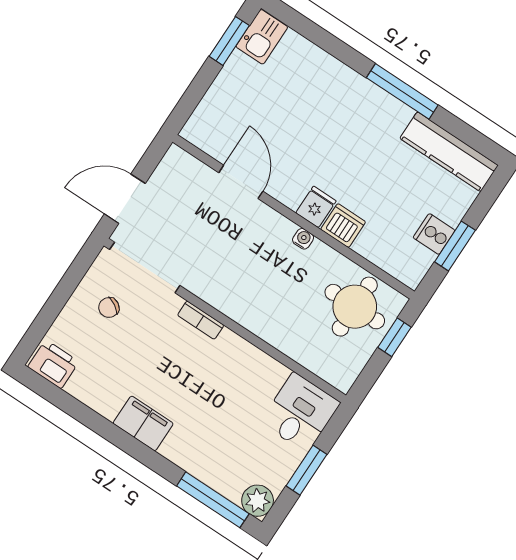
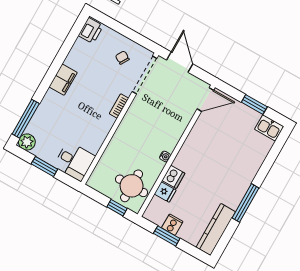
window: (229, 41) -> (254, 104), moved
door: (241, 182) -> (205, 99), moved
fridge: (316, 207) -> (165, 192), moved

